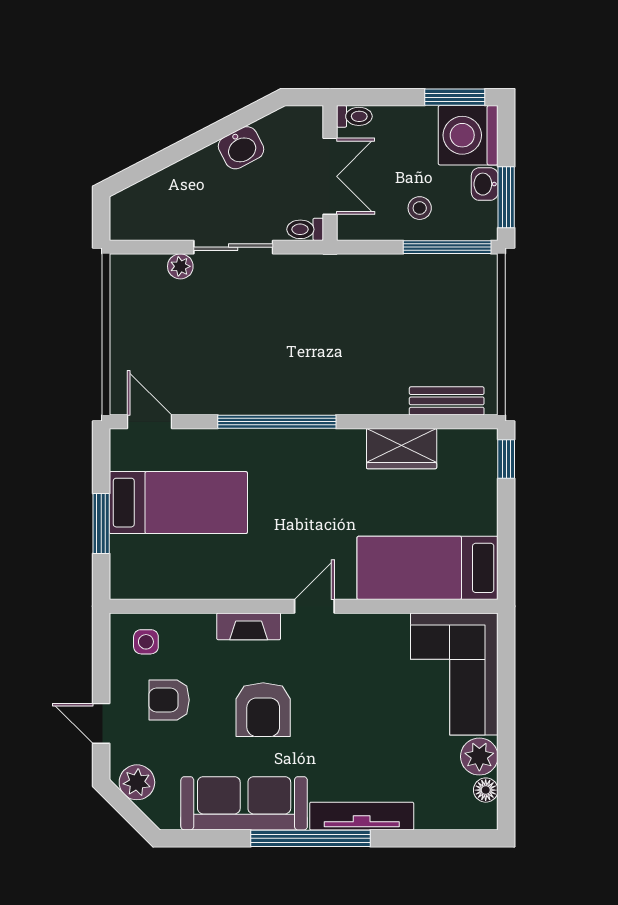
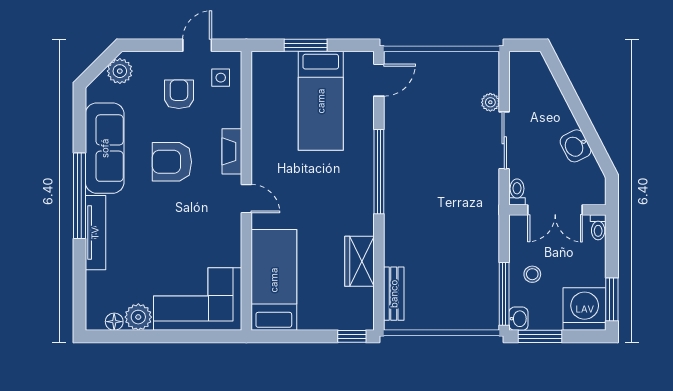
washbasin: (485, 184) -> (518, 319), moved, turned 90
door: (101, 723) -> (197, 45), moved

